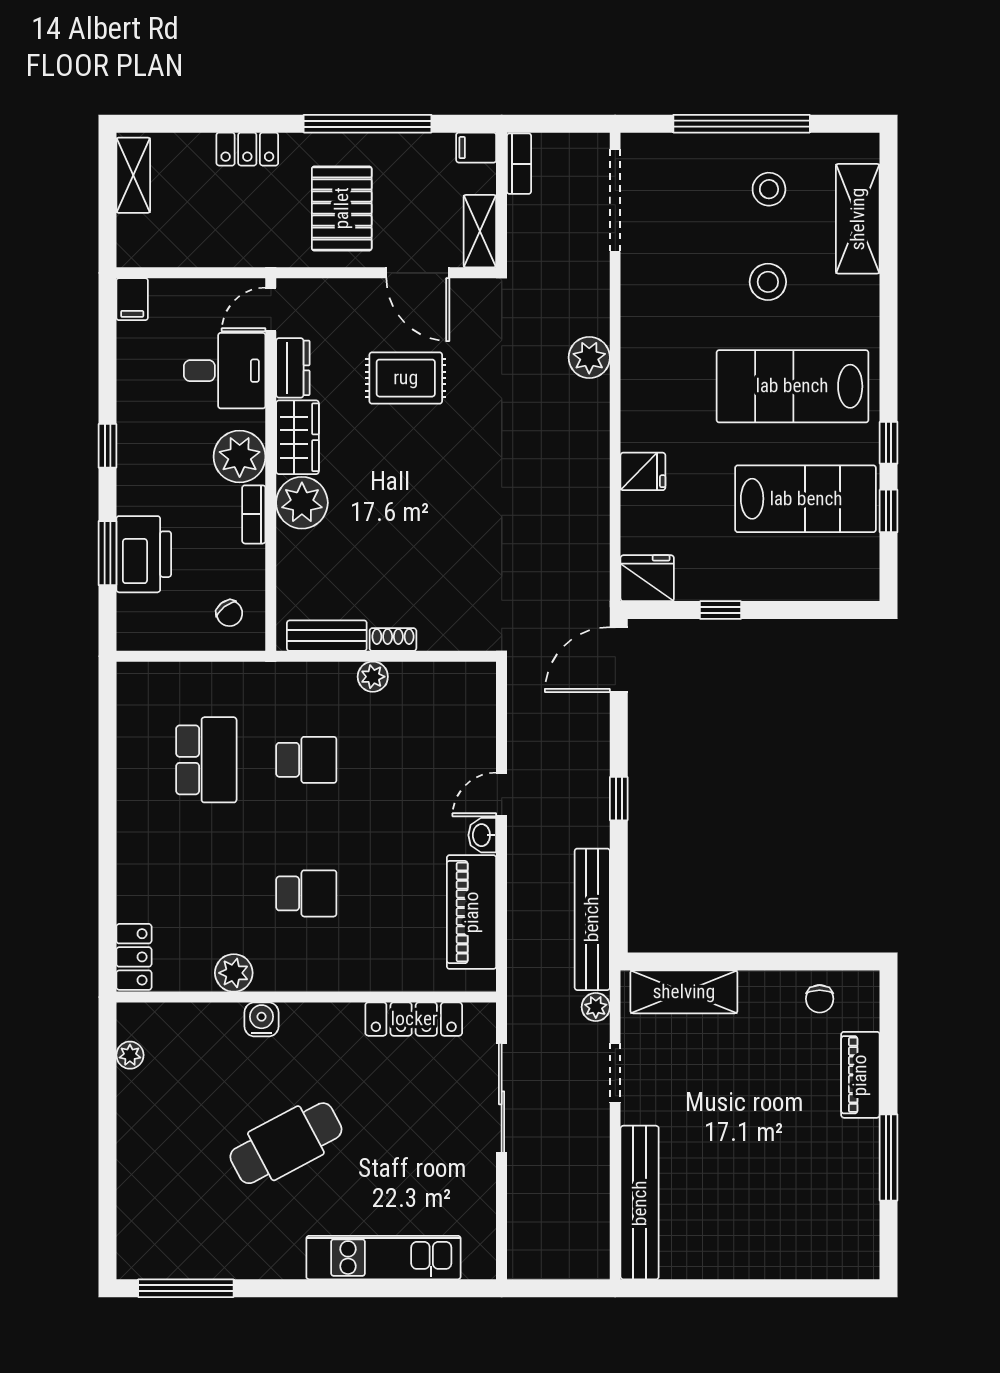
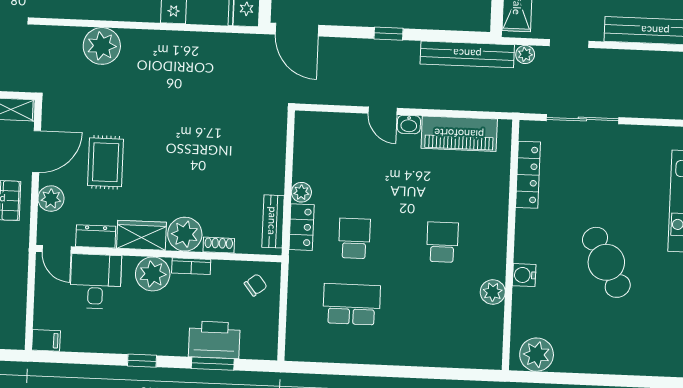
plant: (347, 298) -> (51, 199), added
plant: (589, 357) -> (102, 46), width x1.36, depth x1.36
shoe rack: (393, 640) -> (219, 245), moved, turned 90
locker: (134, 957) -> (302, 227), moved, turned 90
plant: (130, 1055) -> (537, 355), width x1.88, depth x1.88

